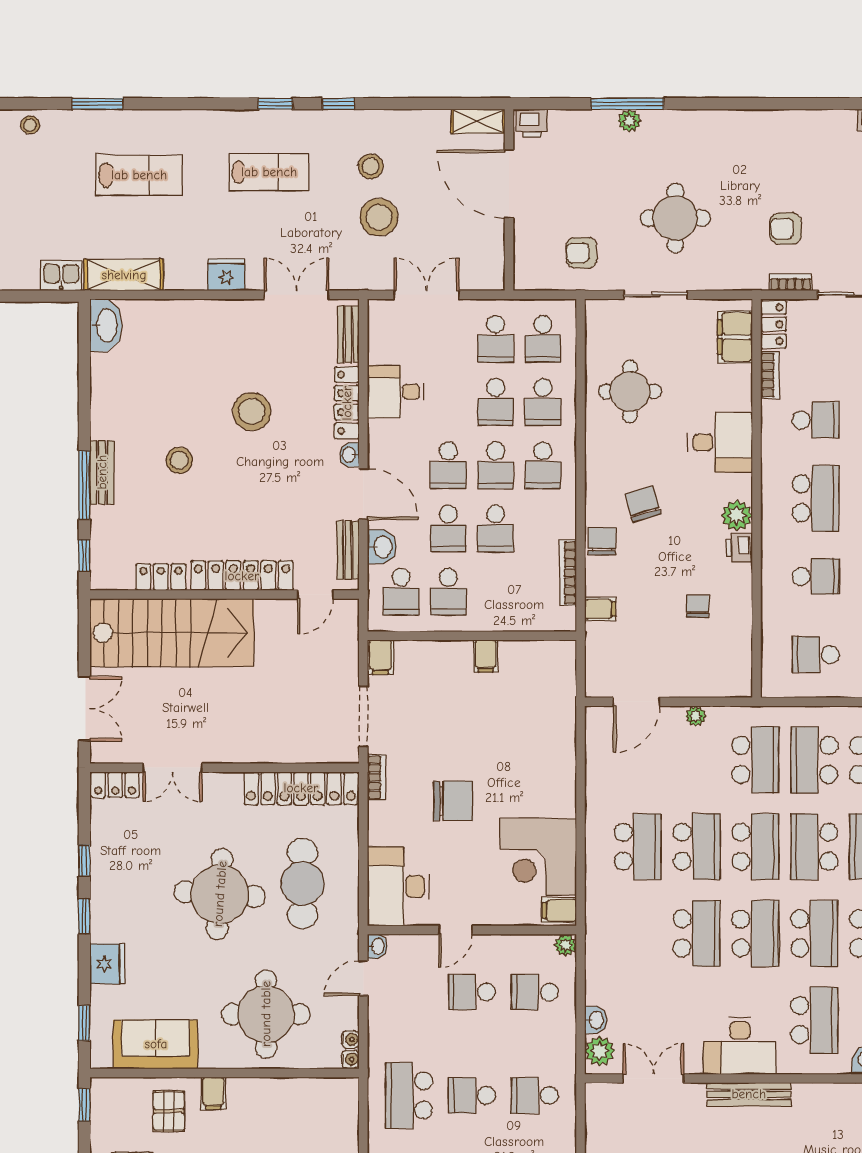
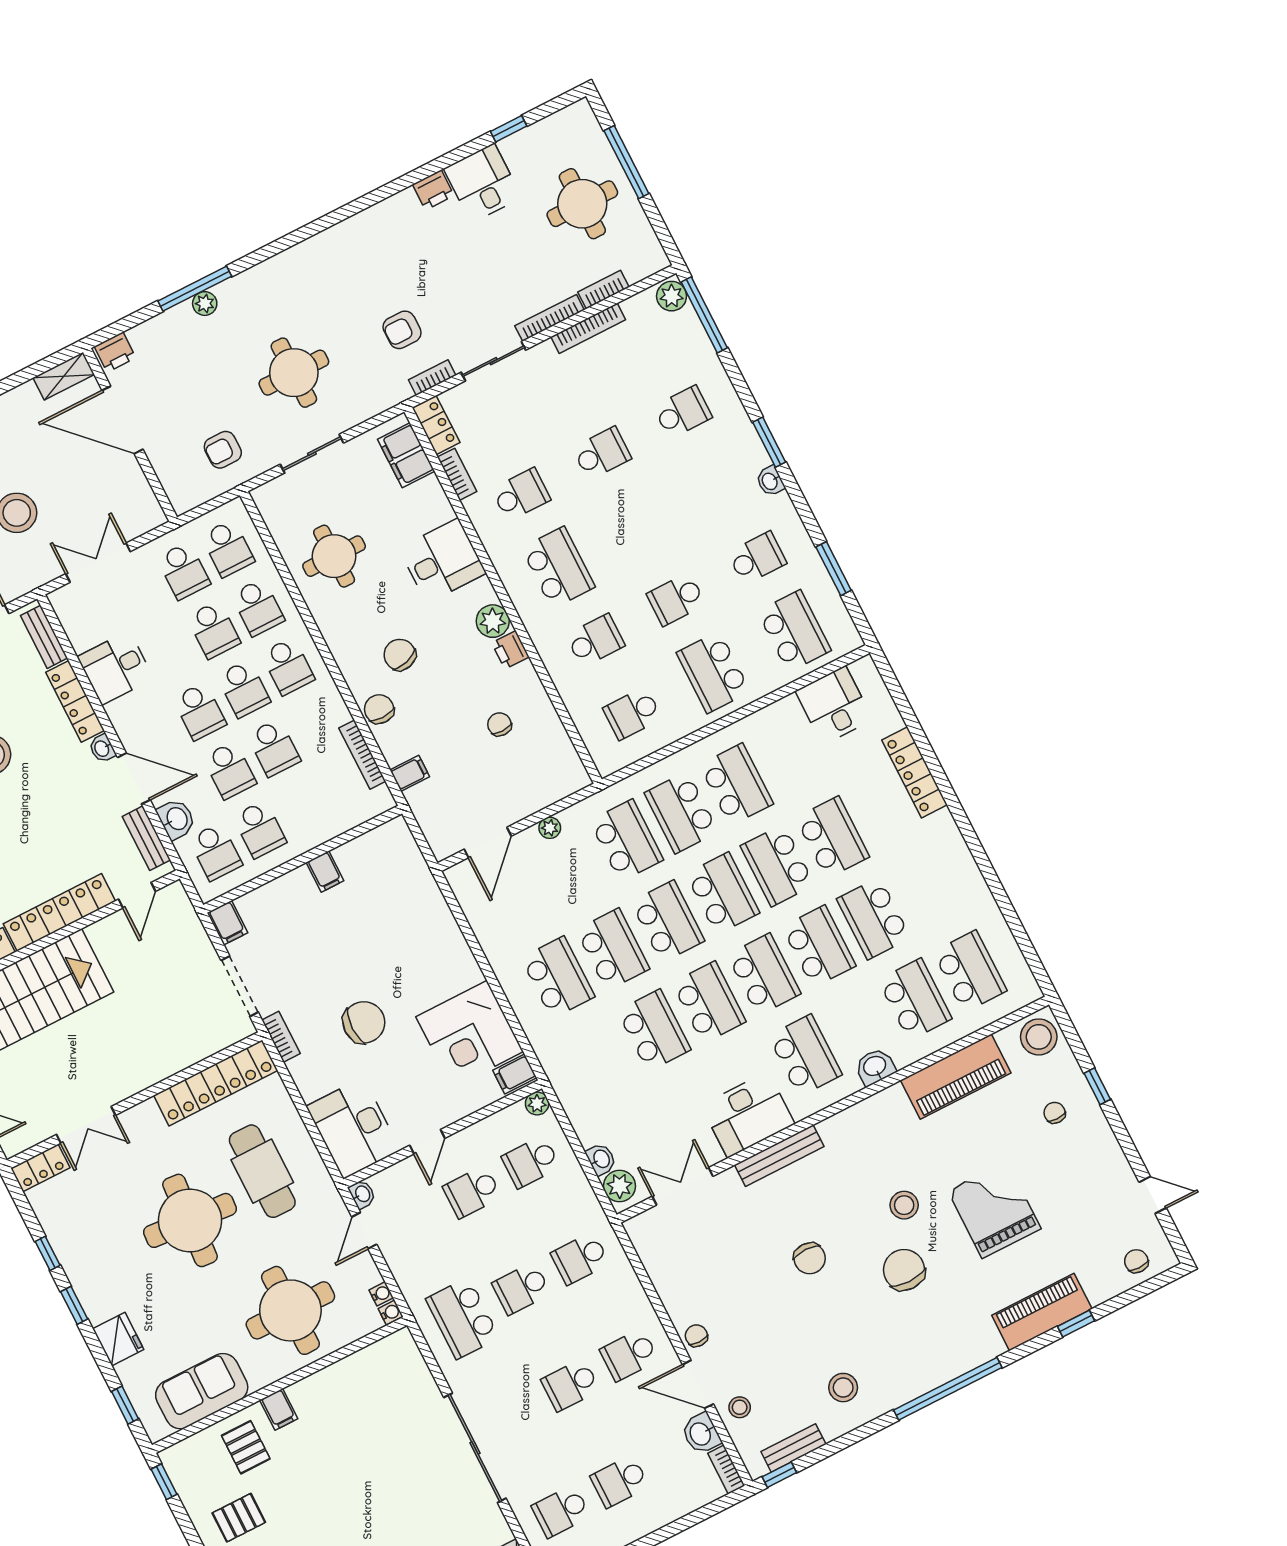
school desk: (814, 847) -> (723, 893), turned 180

